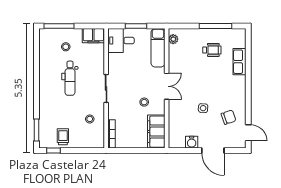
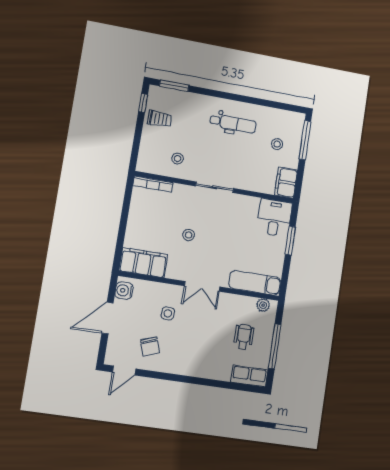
plant: (173, 39) -> (263, 305), moved
exam couch: (158, 48) -> (255, 283), moved
wheelchair: (212, 50) -> (244, 337), turned 180
row of seats: (240, 62) -> (249, 376), moved
dental chair: (70, 78) -> (233, 123), moved, turned 180
double door: (167, 86) -> (202, 286), moved
wall: (167, 88) -> (199, 286), moved
filing cabinet: (156, 132) -> (143, 263), moved

